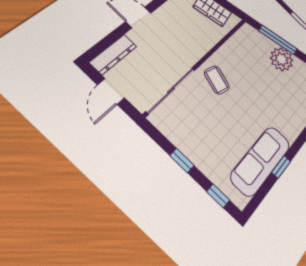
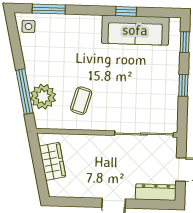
plant: (282, 59) -> (43, 97), moved
coffee table: (217, 80) -> (81, 101), moved

